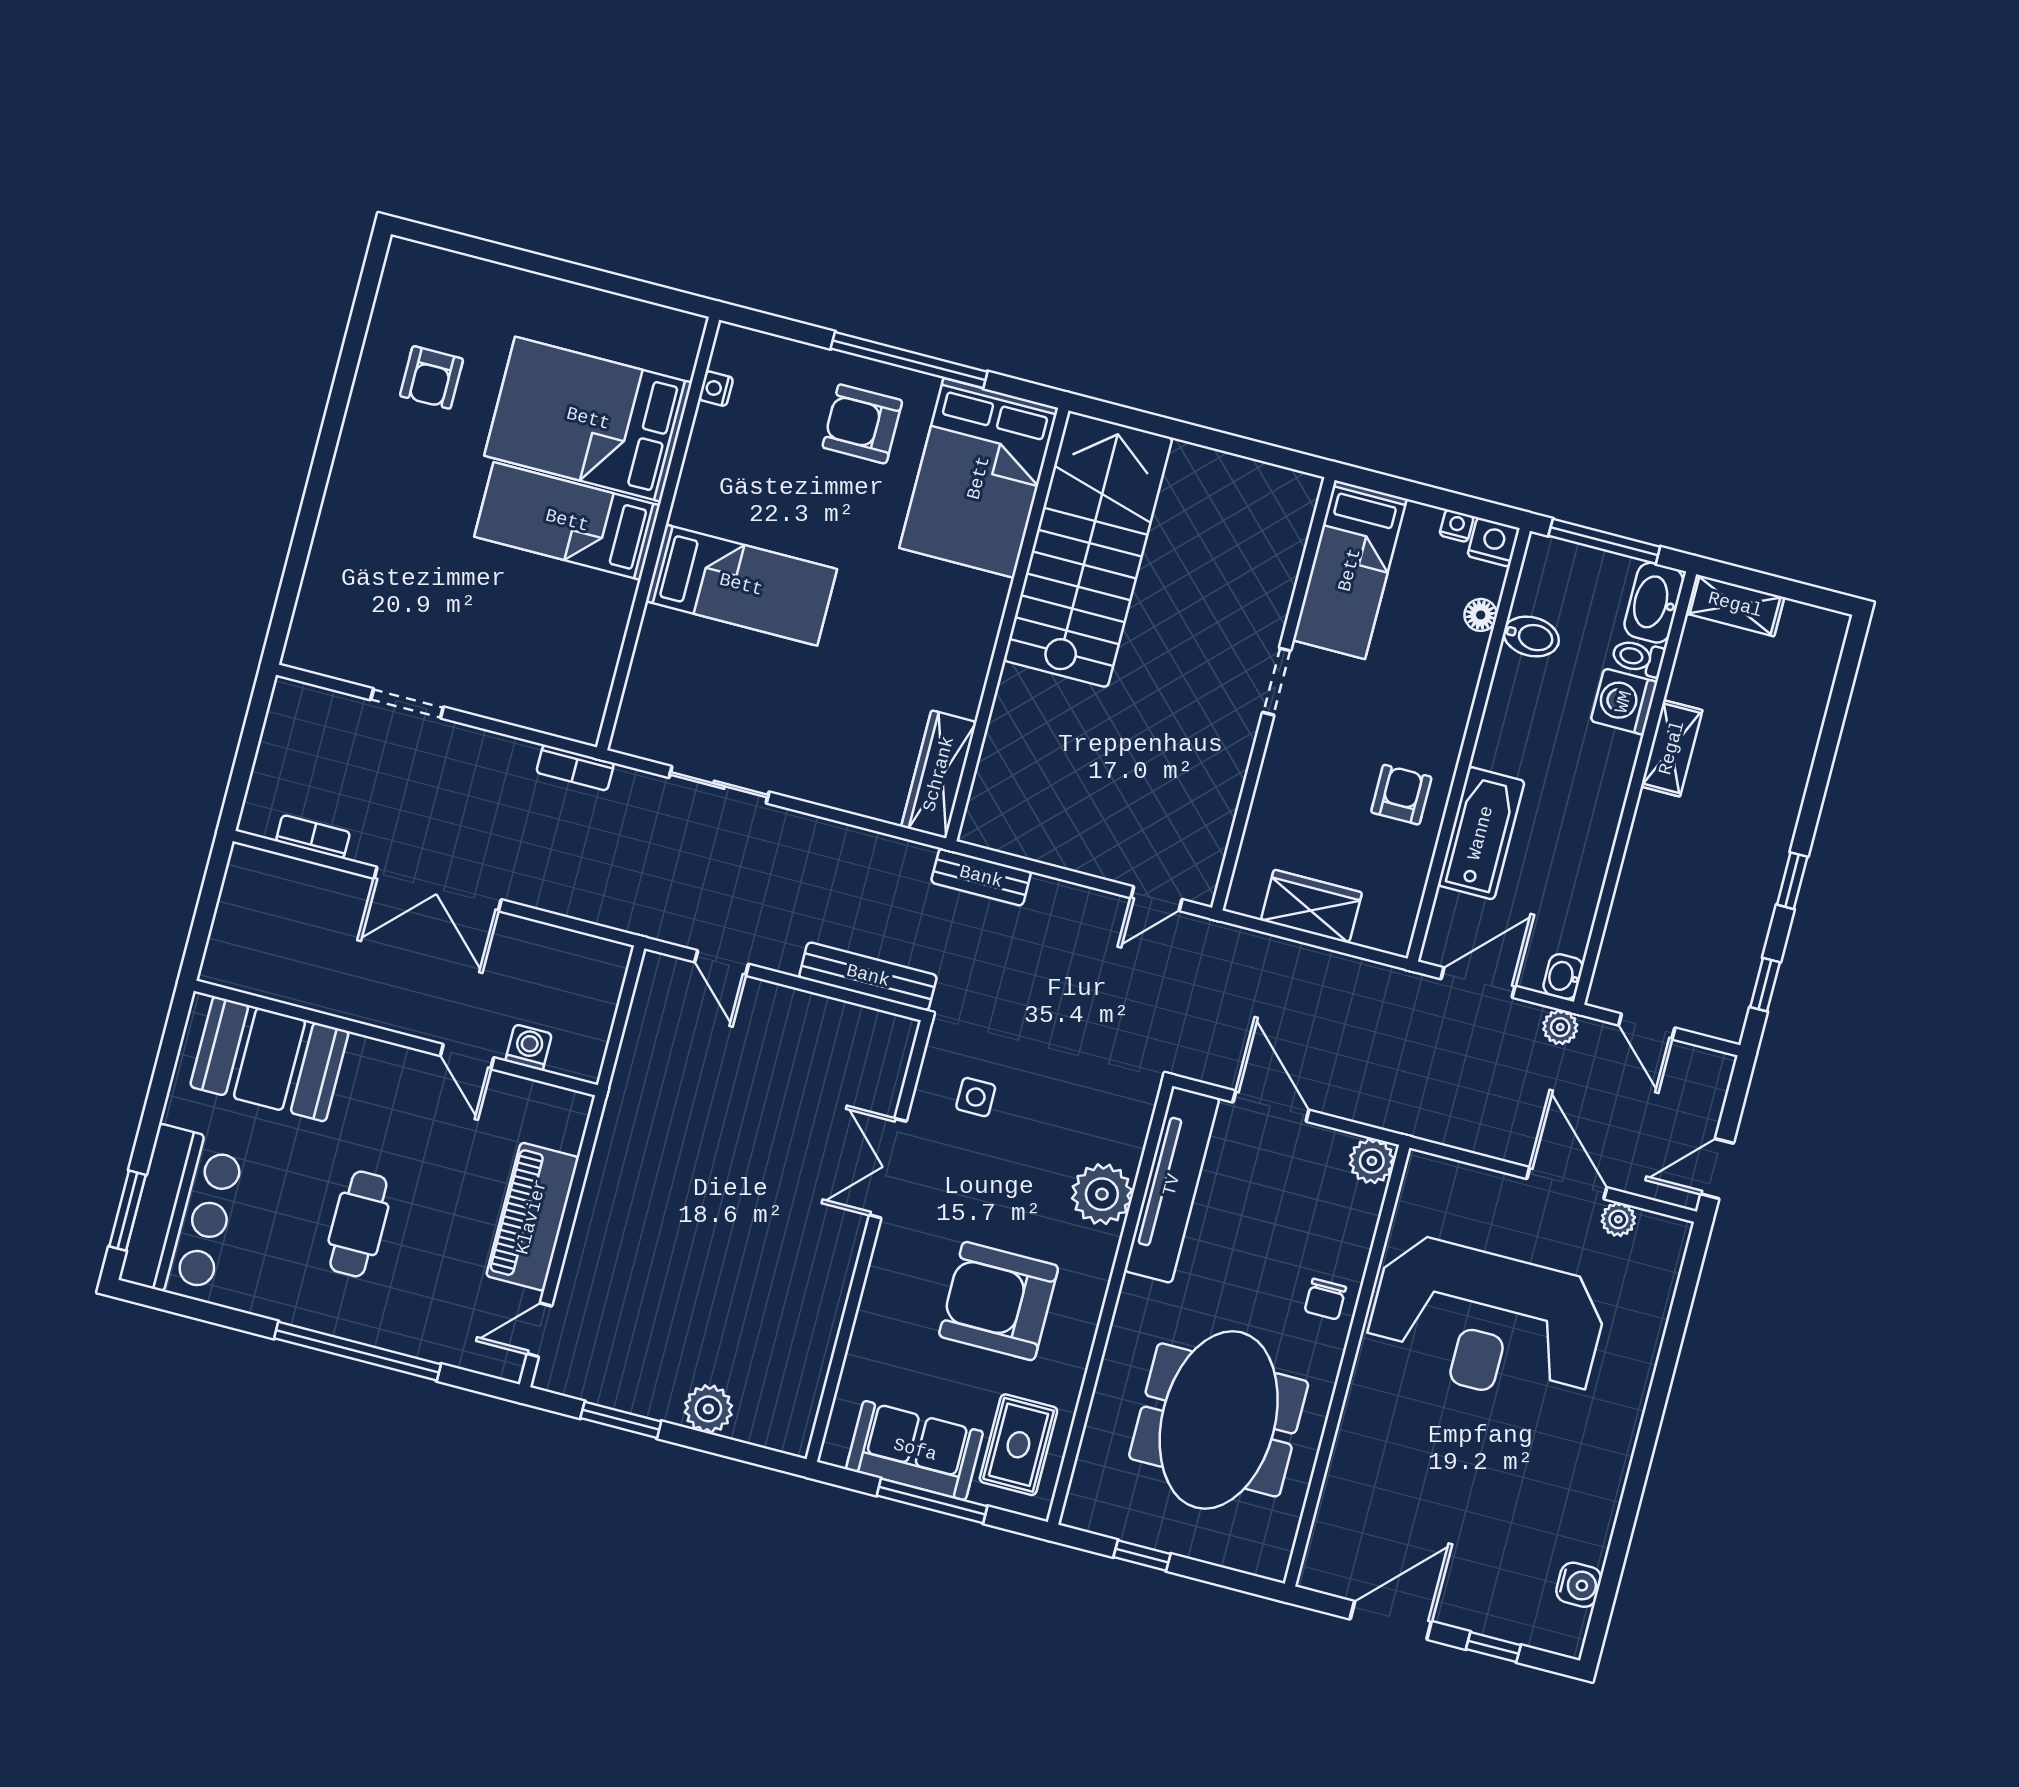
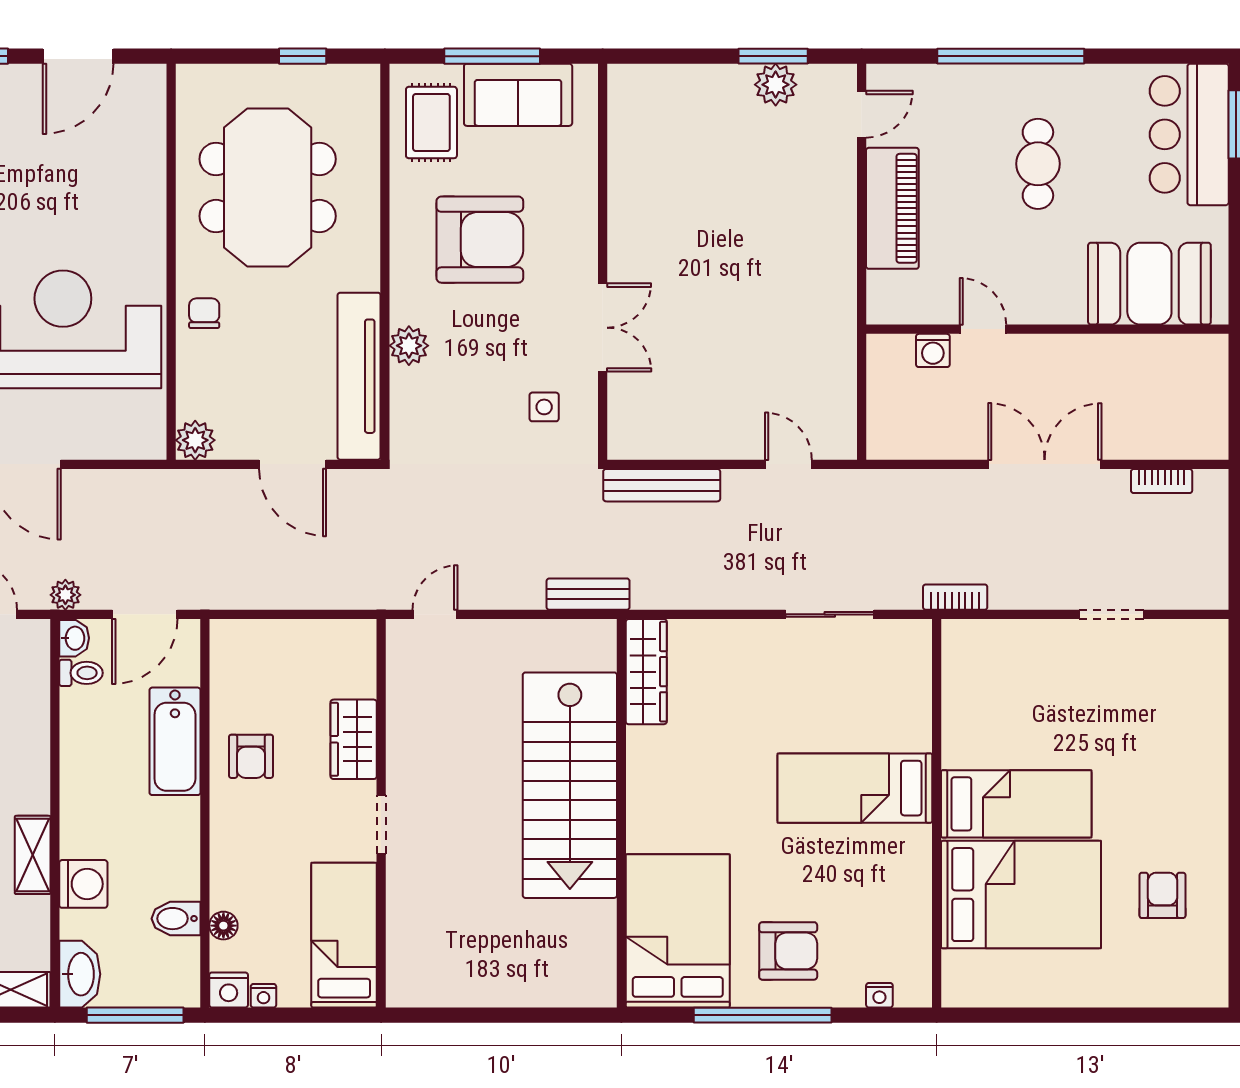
nightstand: (716, 389) -> (879, 995), moved, turned 90
stairs: (1088, 549) -> (570, 785), moved
toilet: (1638, 658) -> (81, 673), moved
wardrobe: (1311, 906) -> (354, 739), moved, turned 90
plant: (1102, 1194) -> (409, 346), width x0.73, depth x0.73
plant: (708, 1409) -> (776, 85), moved

